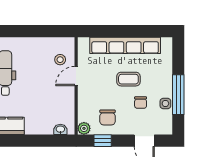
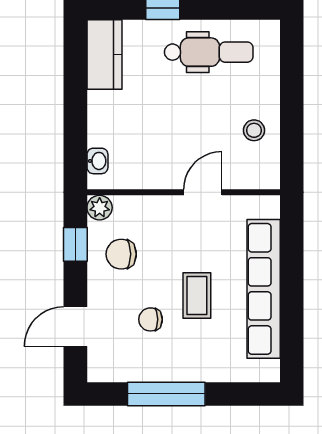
stool: (60, 60) -> (254, 130), moved
door: (76, 76) -> (203, 192), hinge flipped
side table: (165, 103) -> (149, 368), removed

